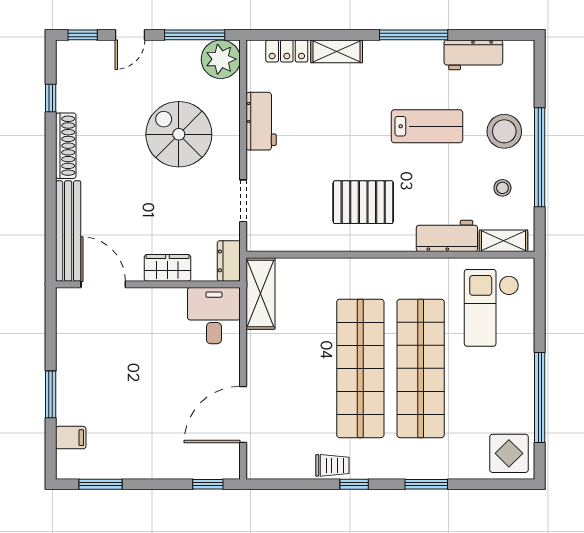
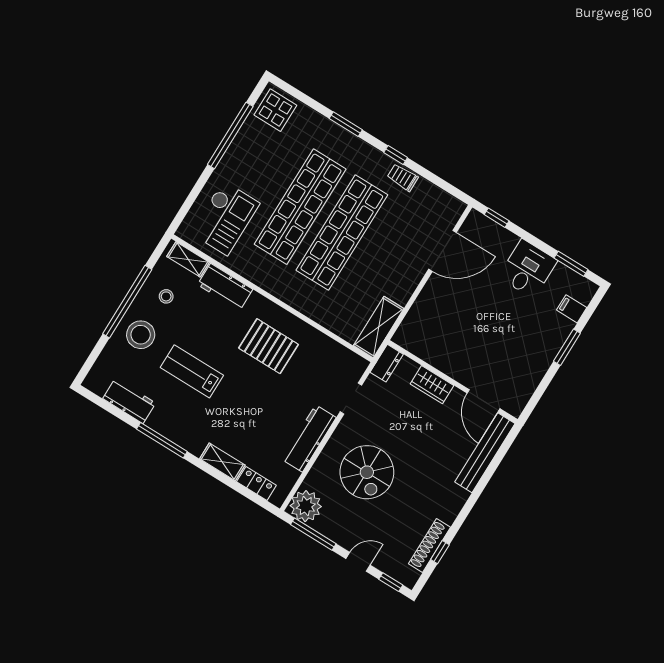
workbench: (261, 121) -> (309, 438), width x1.38
shoe rack: (66, 146) -> (430, 546), moved
desk: (214, 316) -> (528, 269), moved, turned 180

